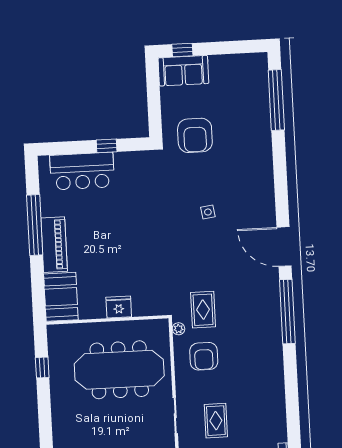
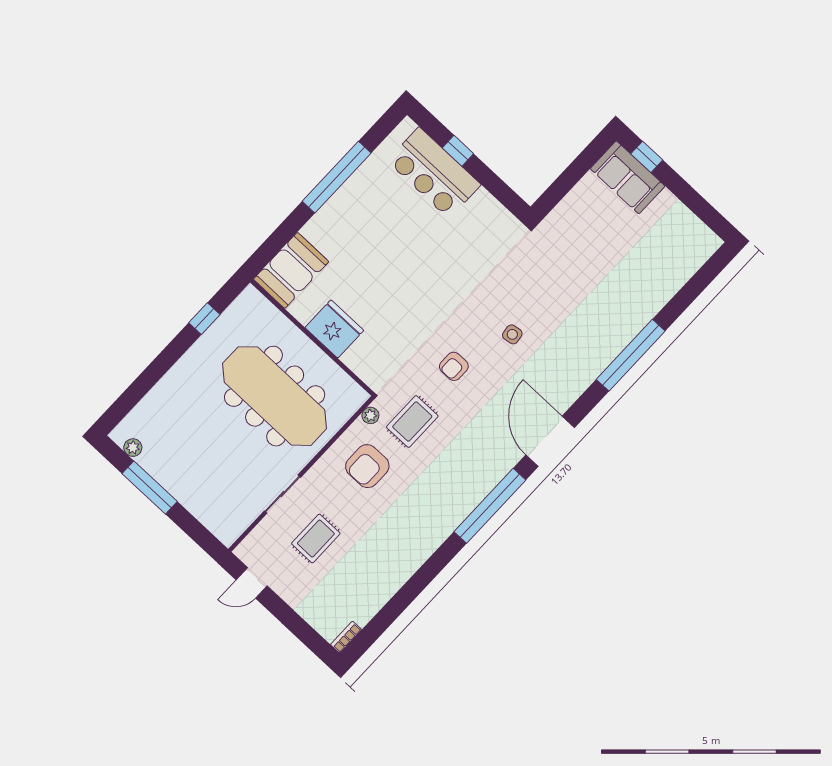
window: (276, 100) -> (631, 355), moved
armchair: (195, 135) -> (454, 366), moved, width x0.53, depth x0.53
window: (107, 146) -> (458, 151), moved
piano: (54, 245) -> (336, 215), removed
fridge: (119, 307) -> (334, 329), width x1.36, depth x1.34

